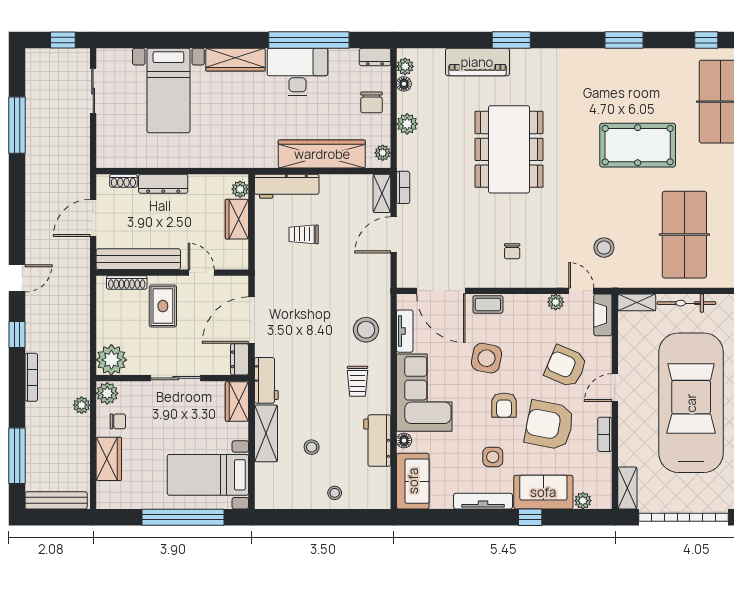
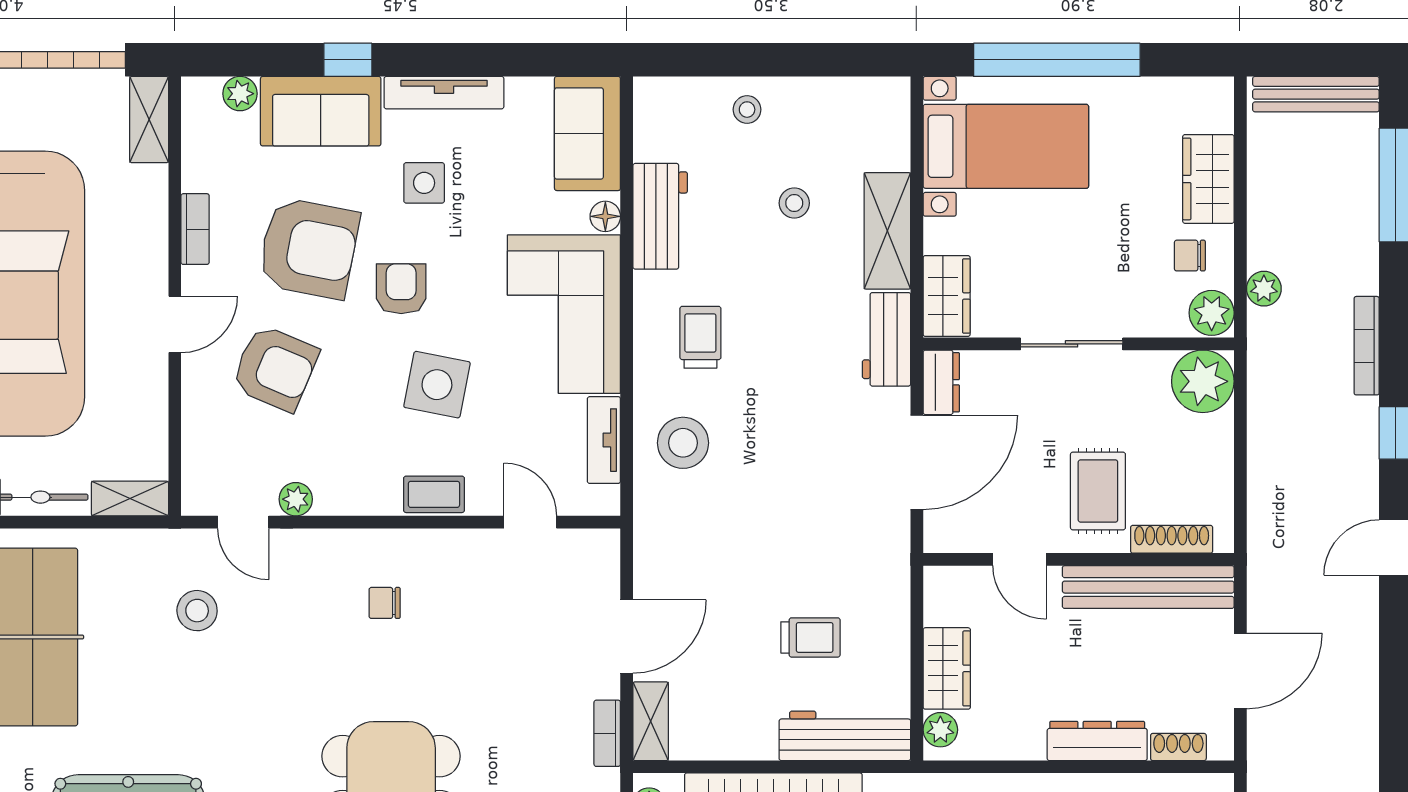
chair: (512, 251) -> (385, 603), turned -90
door: (441, 291) -> (530, 522), width x0.53
fireplace: (603, 315) -> (199, 473), removed

